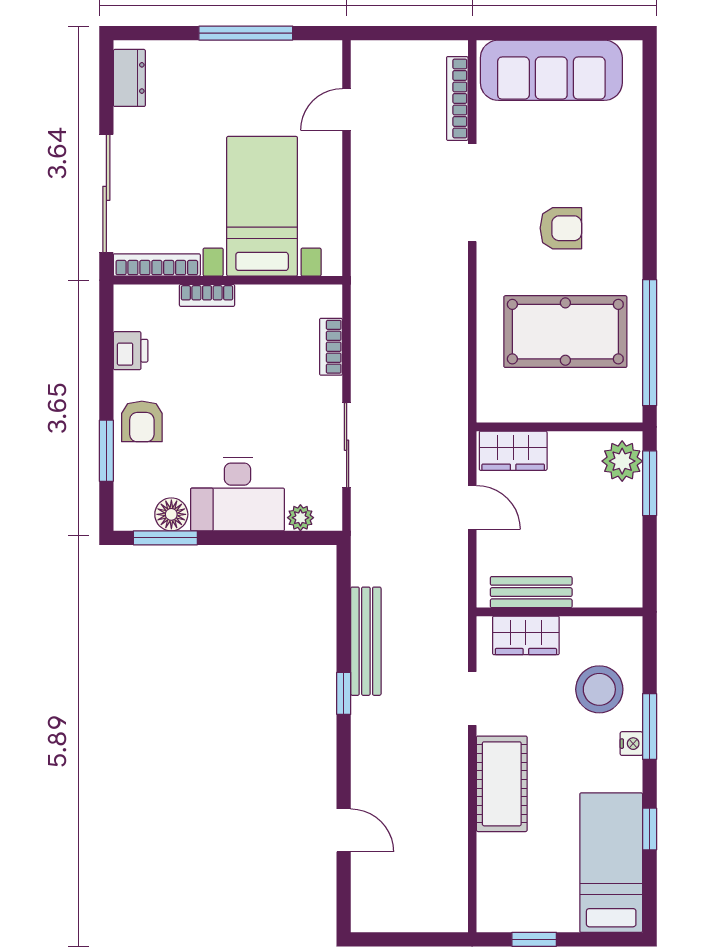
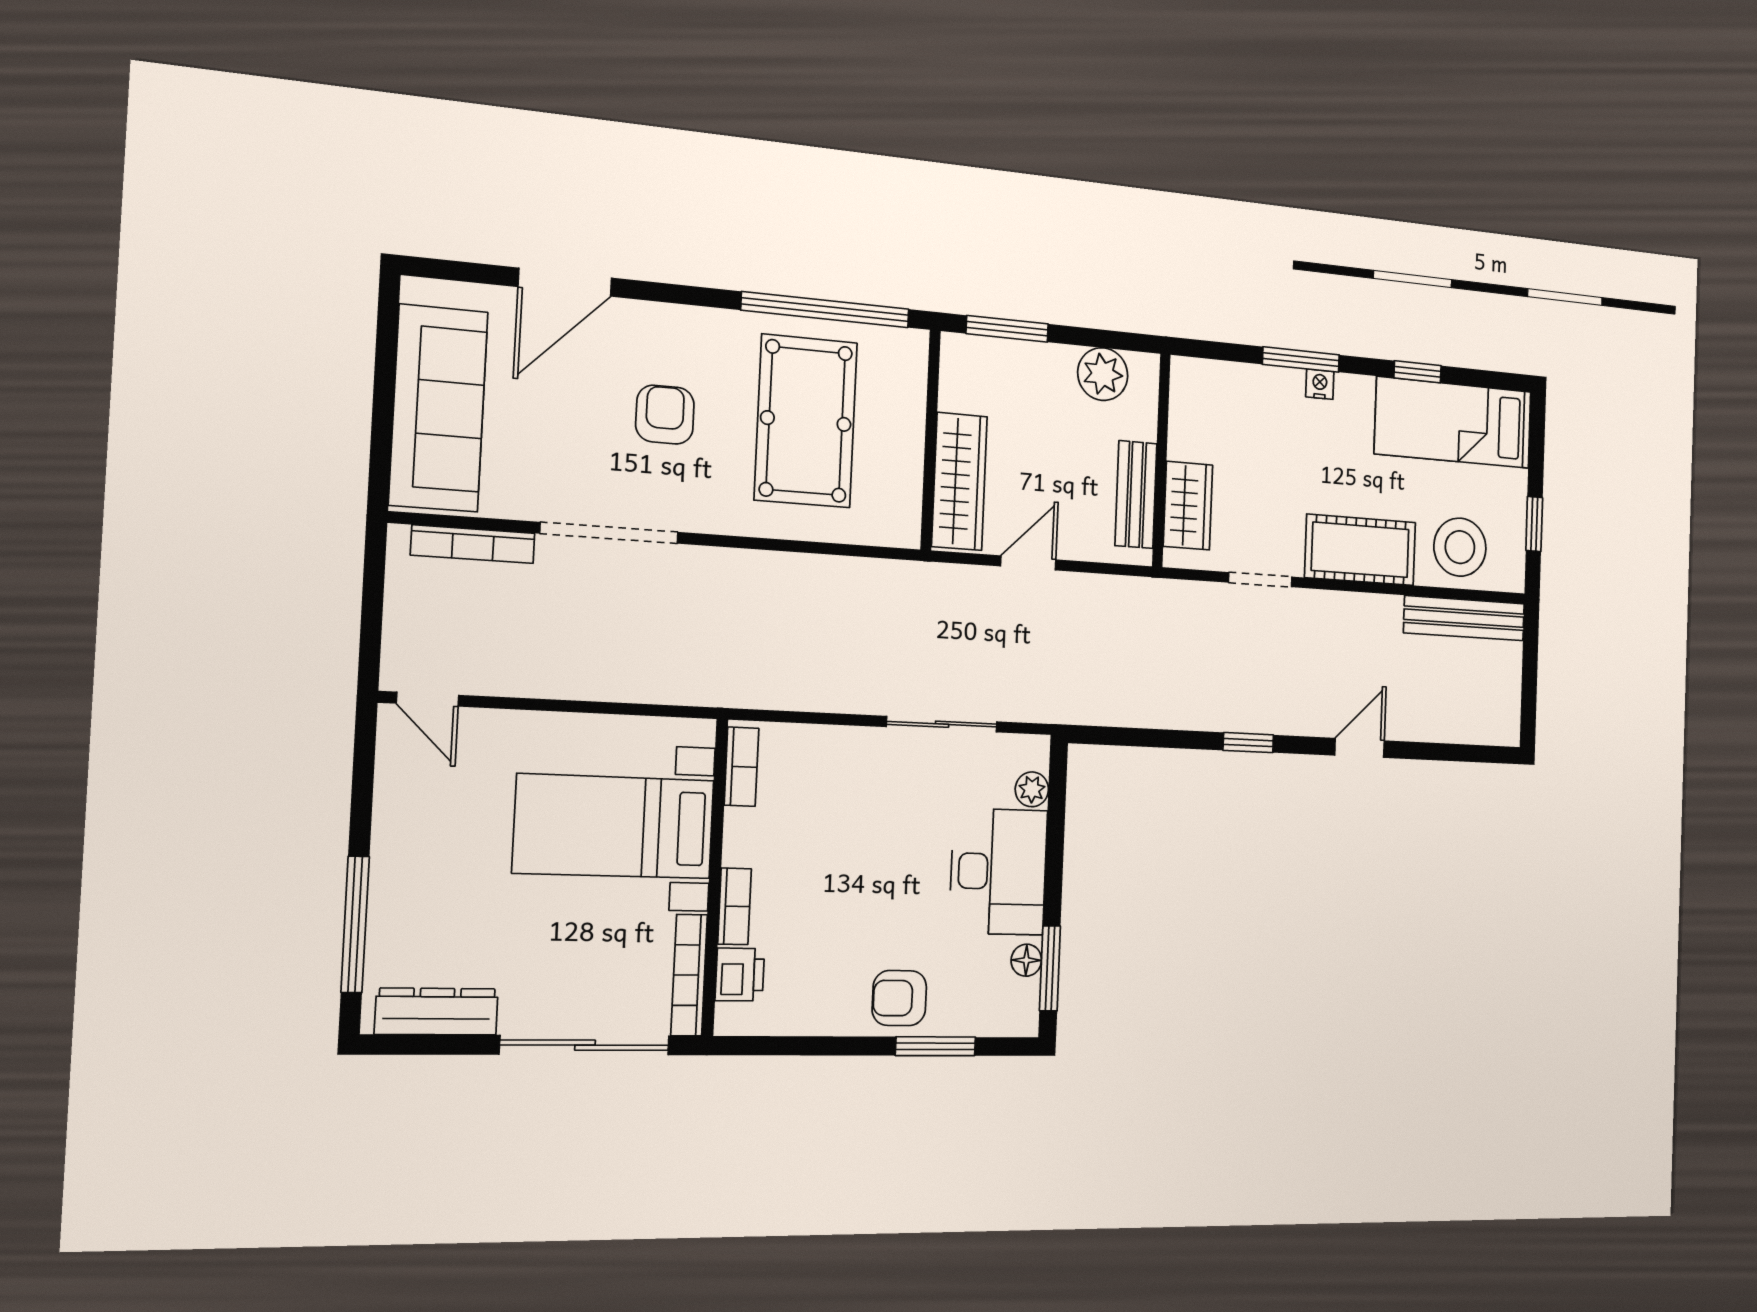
window: (246, 33) -> (355, 924), moved
dresser: (129, 78) -> (437, 1011), width x1.44
door: (347, 109) -> (428, 699), moved
door: (650, 153) -> (565, 282), added
bookcase: (331, 347) -> (741, 767), moved, turned -90
printer: (131, 351) -> (740, 975), moved, turned 90
armchair: (142, 421) -> (899, 998), turned 180
wardrobe: (513, 451) -> (959, 481), width x1.50
plant: (622, 461) -> (1103, 374), moved
floor lamp: (171, 514) -> (1026, 960), width x0.73, depth x0.73
bench: (366, 641) -> (1464, 618), moved
stool: (599, 689) -> (1460, 547), moved
door: (344, 830) -> (1360, 748), moved

